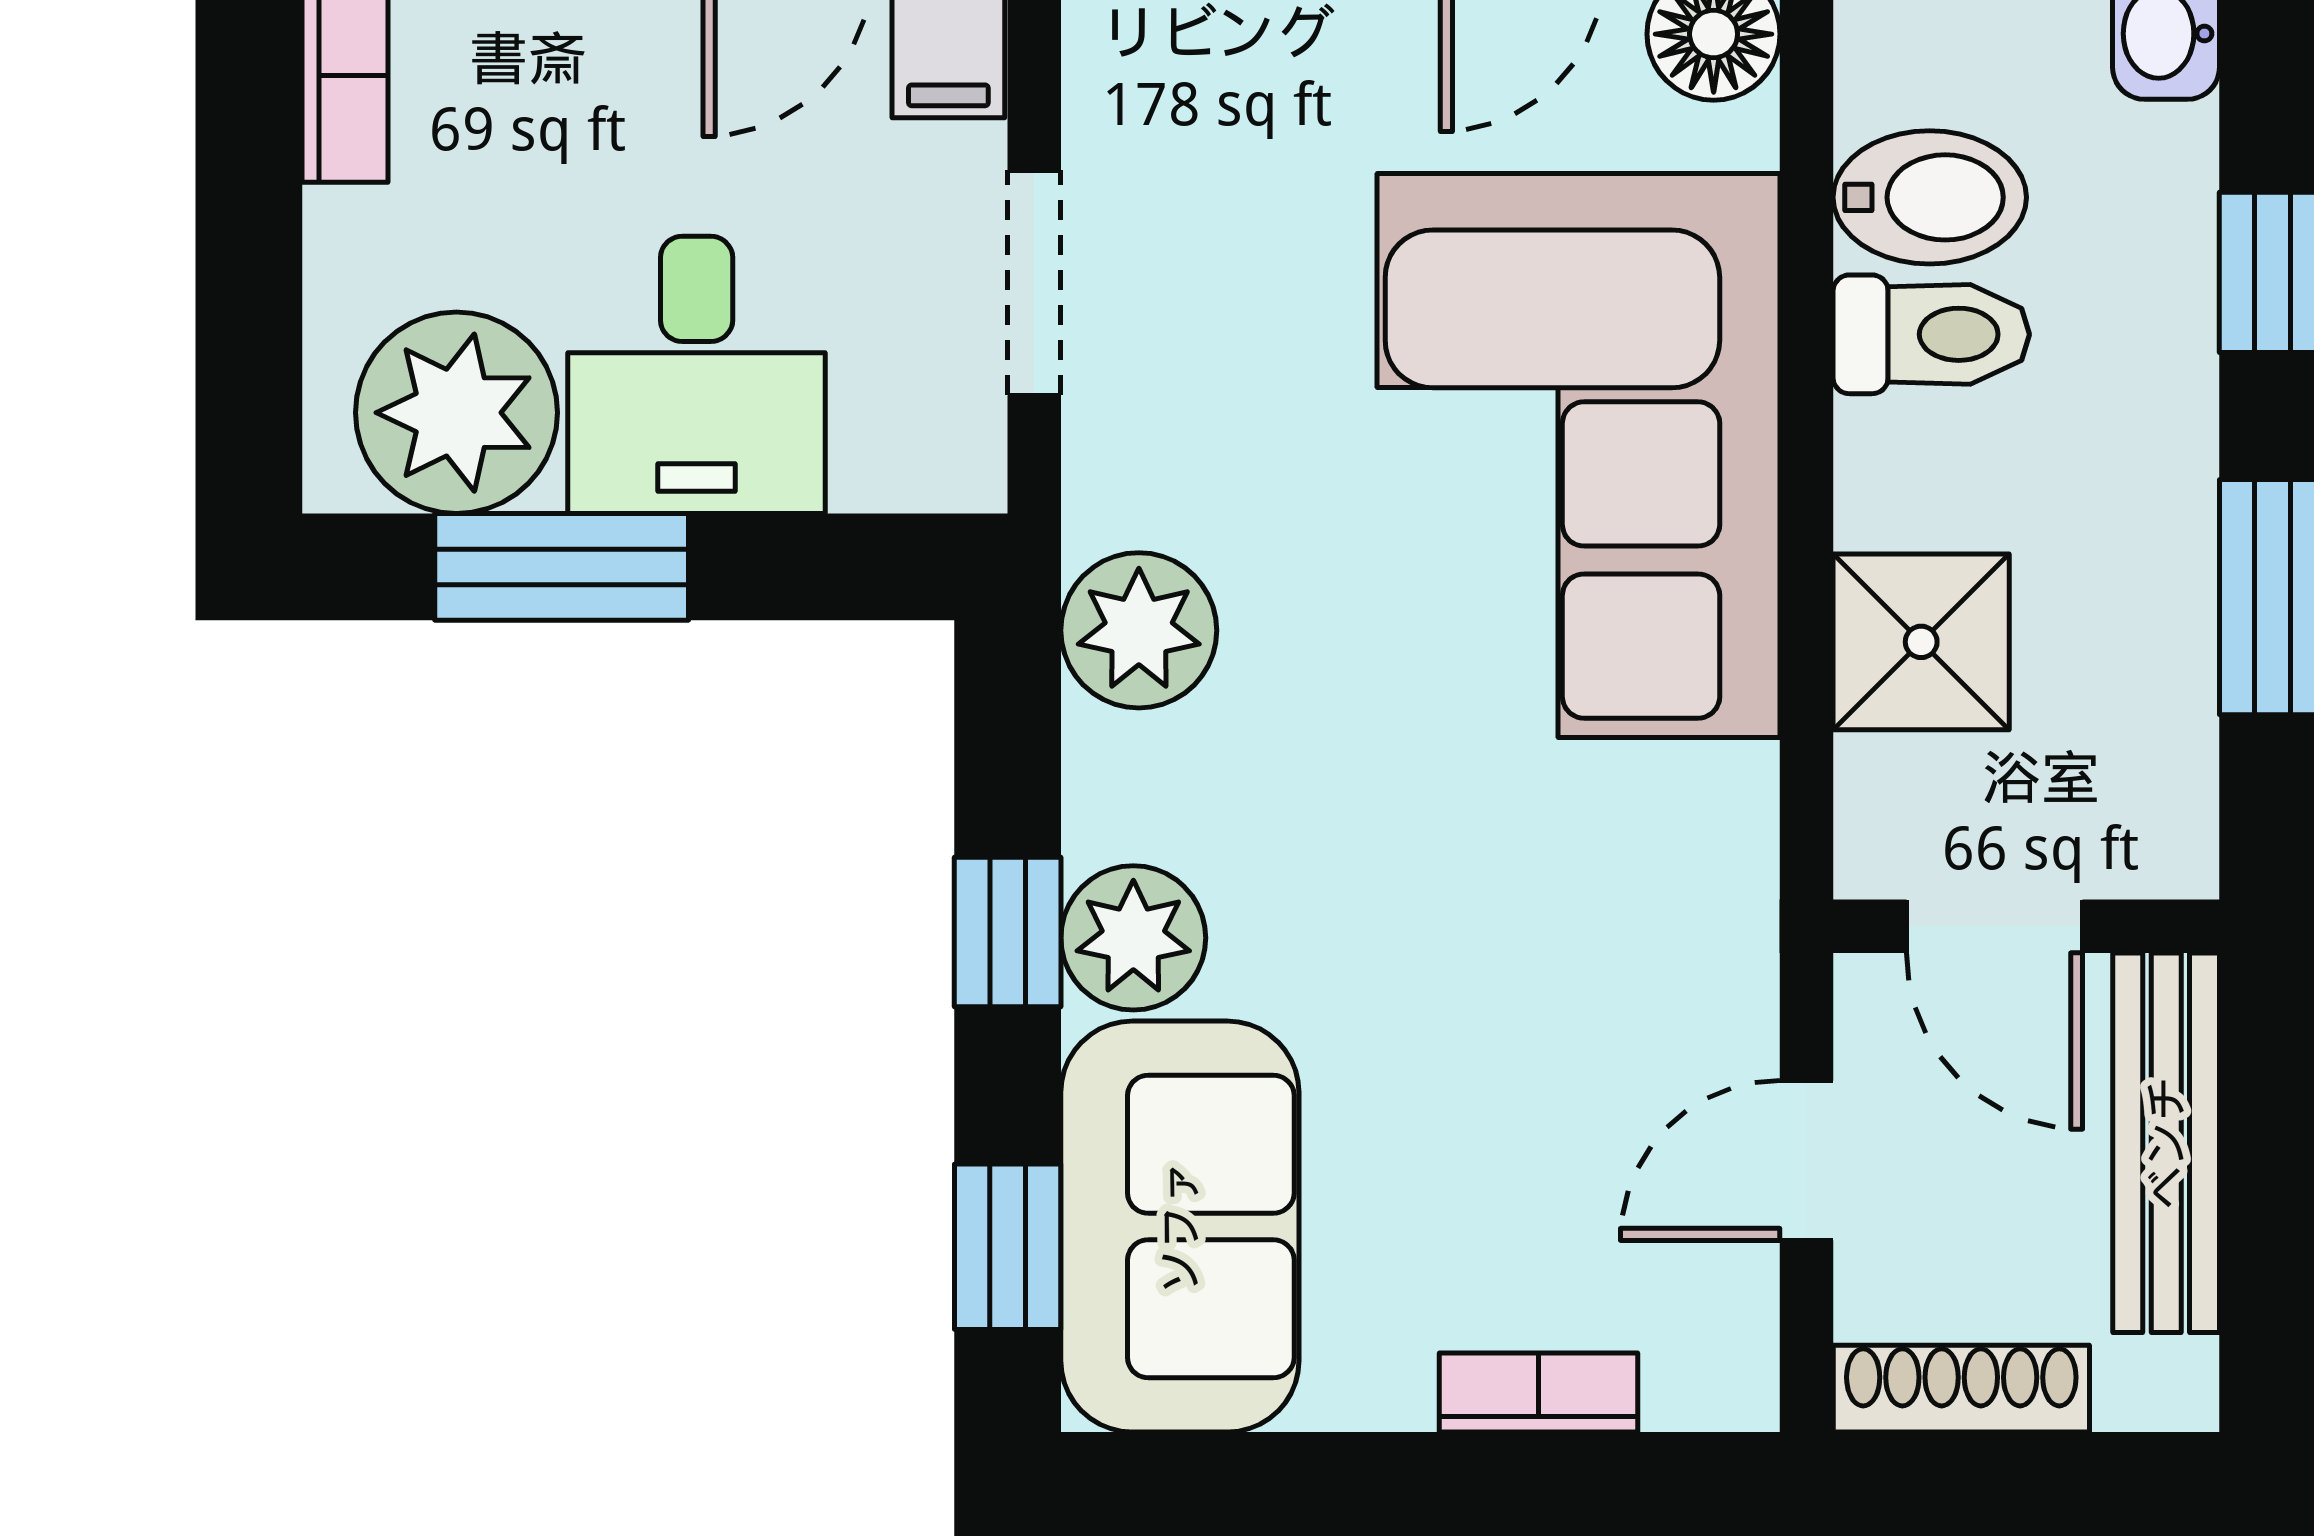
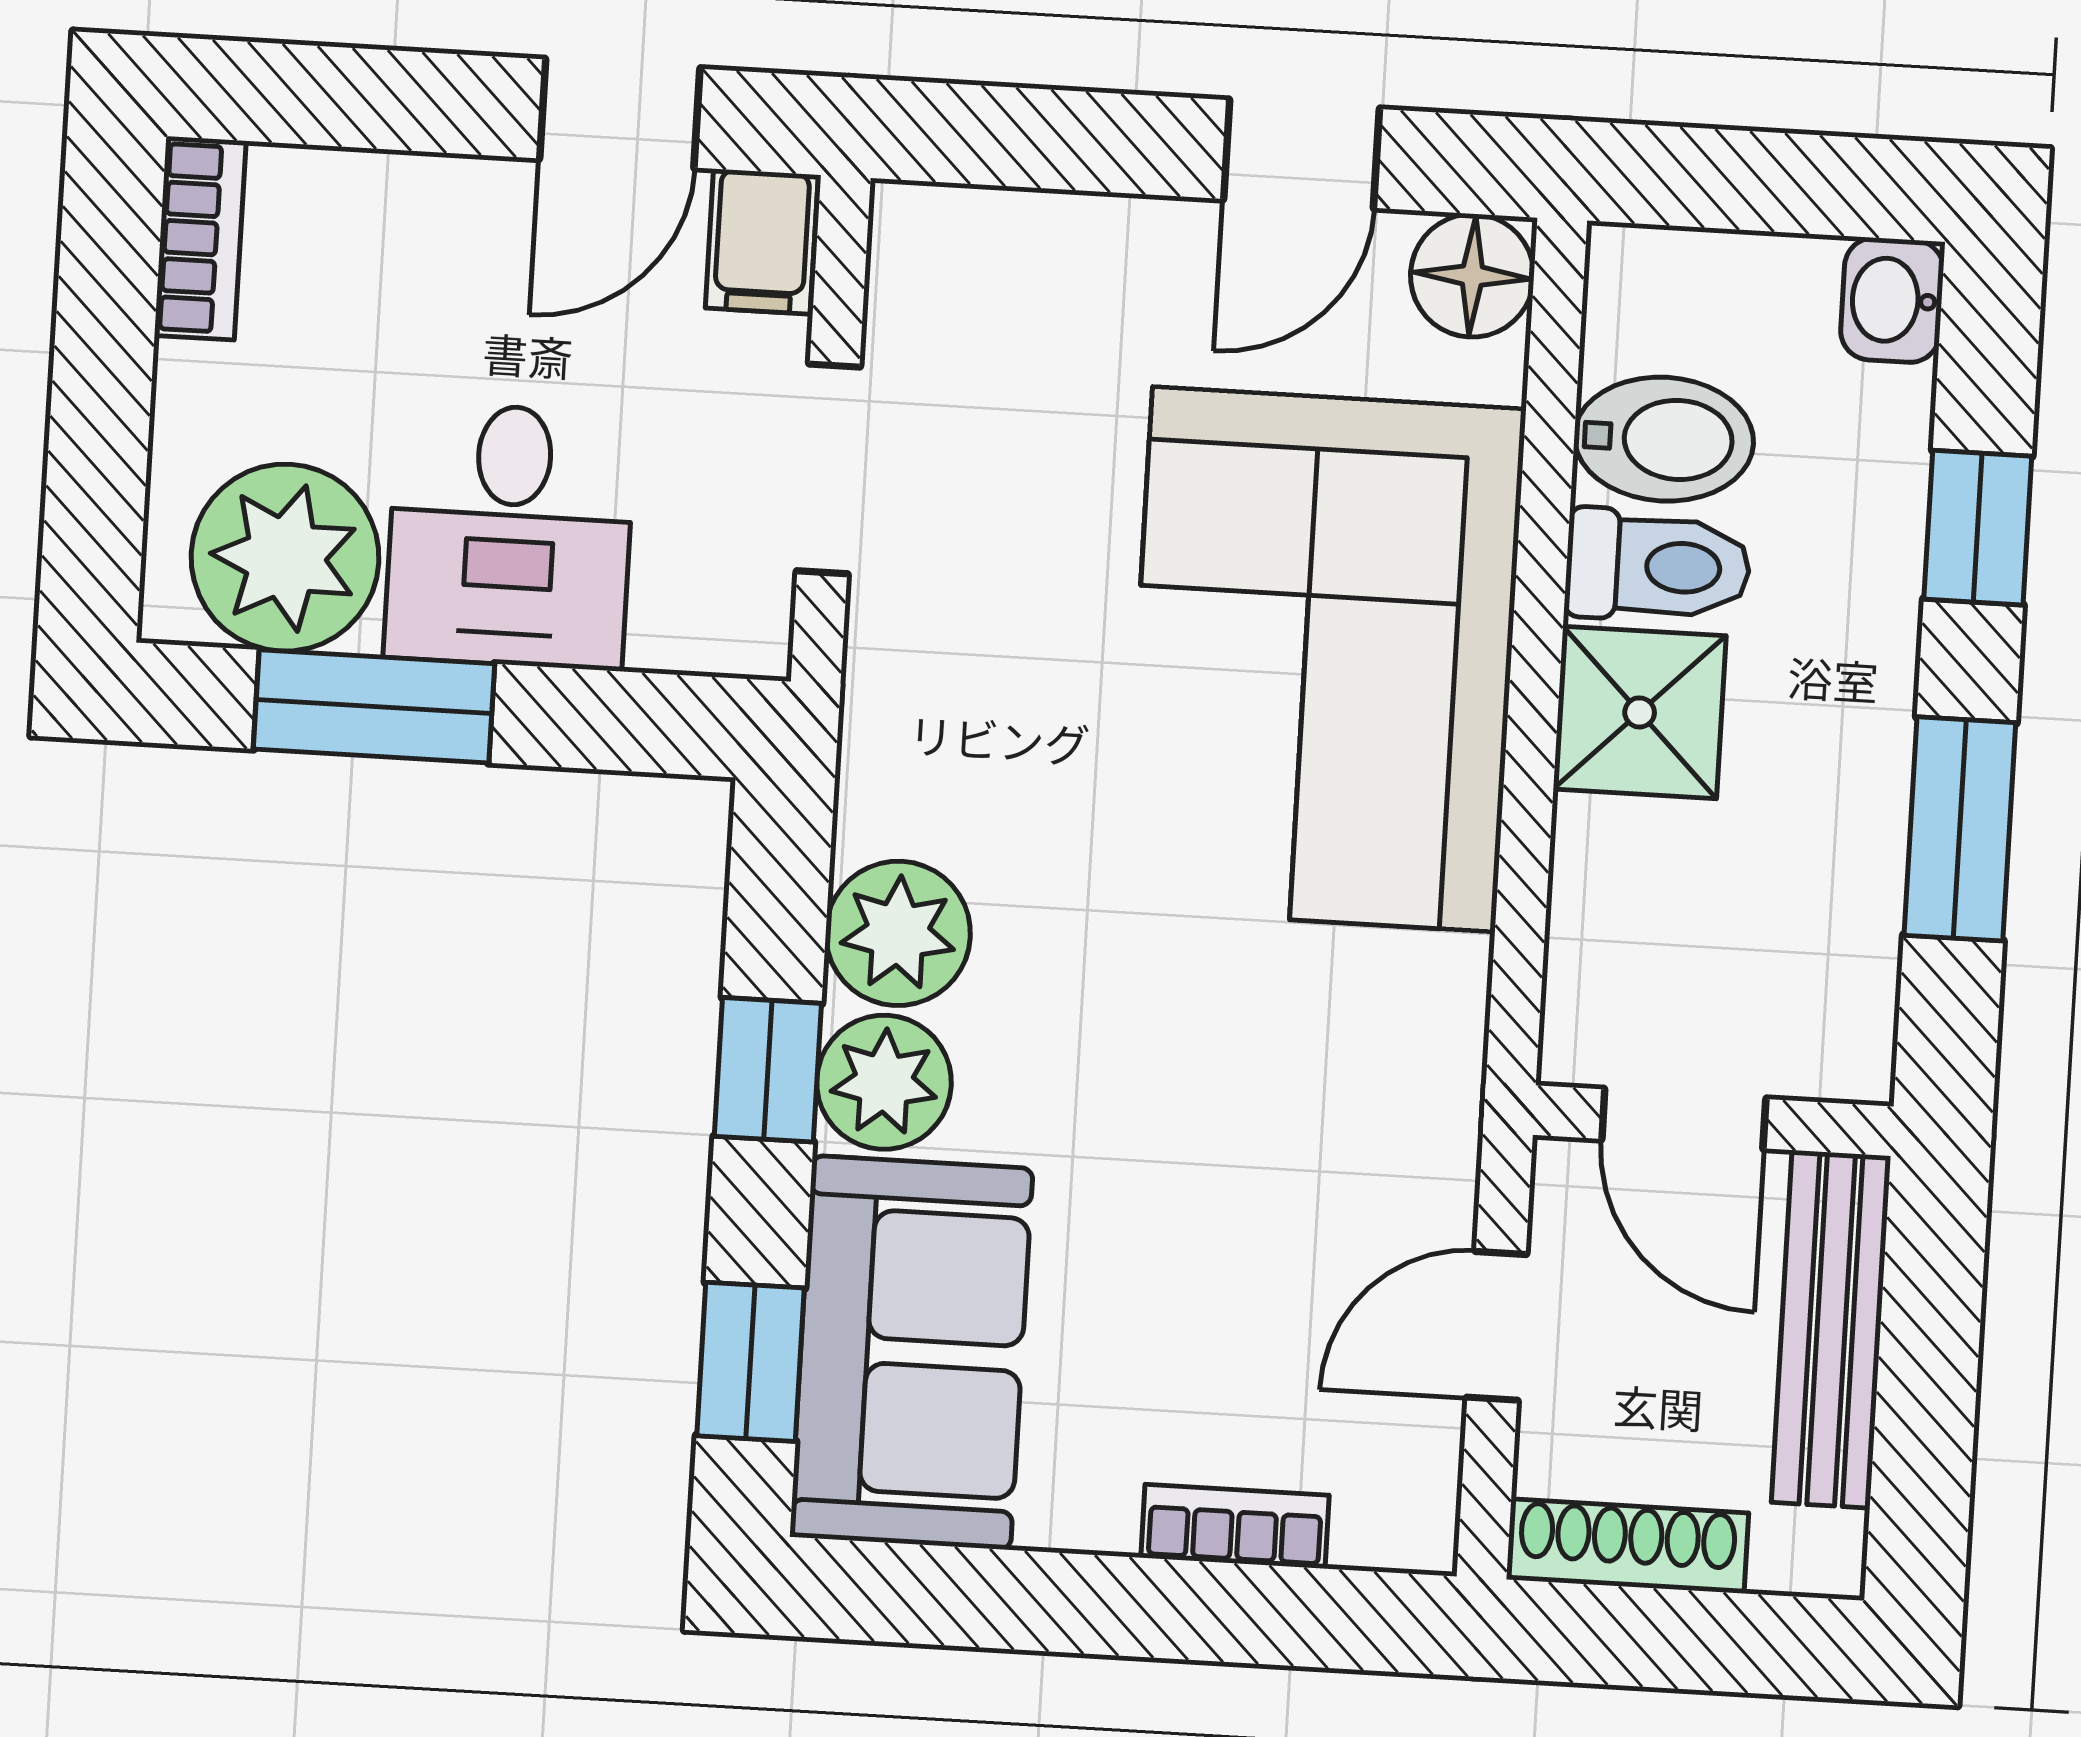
plant: (1139, 630) -> (898, 933), moved
shower: (1921, 642) -> (1640, 712), moved

